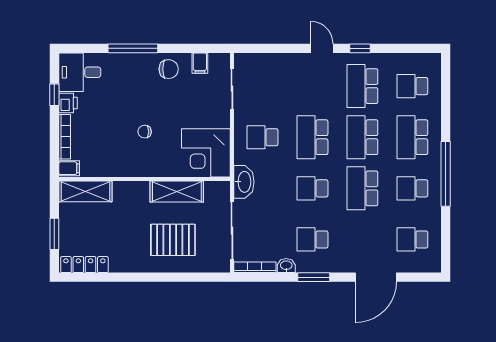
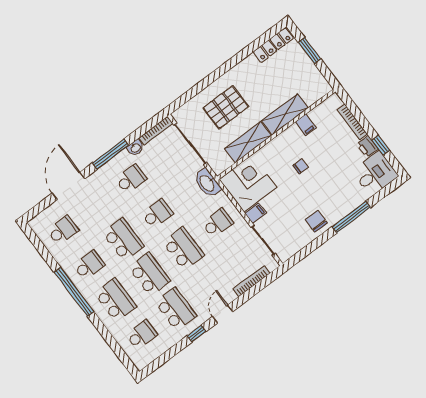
door: (322, 48) -> (223, 314), swing flipped
bookcase: (272, 59) -> (251, 281), added
filing cabinet: (200, 63) -> (255, 213), moved, turned 90
chair: (169, 69) -> (316, 221), turned 90
filing cabinet: (69, 168) -> (306, 125), moved, turned -90
shelving: (85, 191) -> (285, 114), moved
window: (314, 277) -> (111, 154), width x1.44

